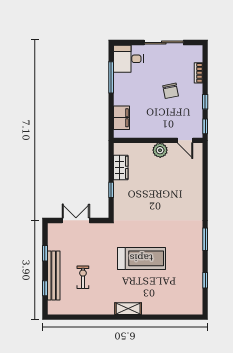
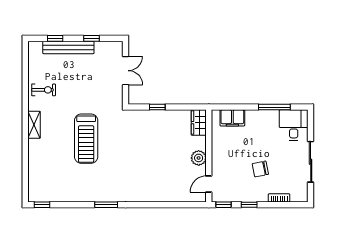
wardrobe: (121, 167) -> (199, 123), moved, turned 90
exercise bike: (83, 277) -> (44, 90), moved
window: (205, 280) -> (42, 205), moved

